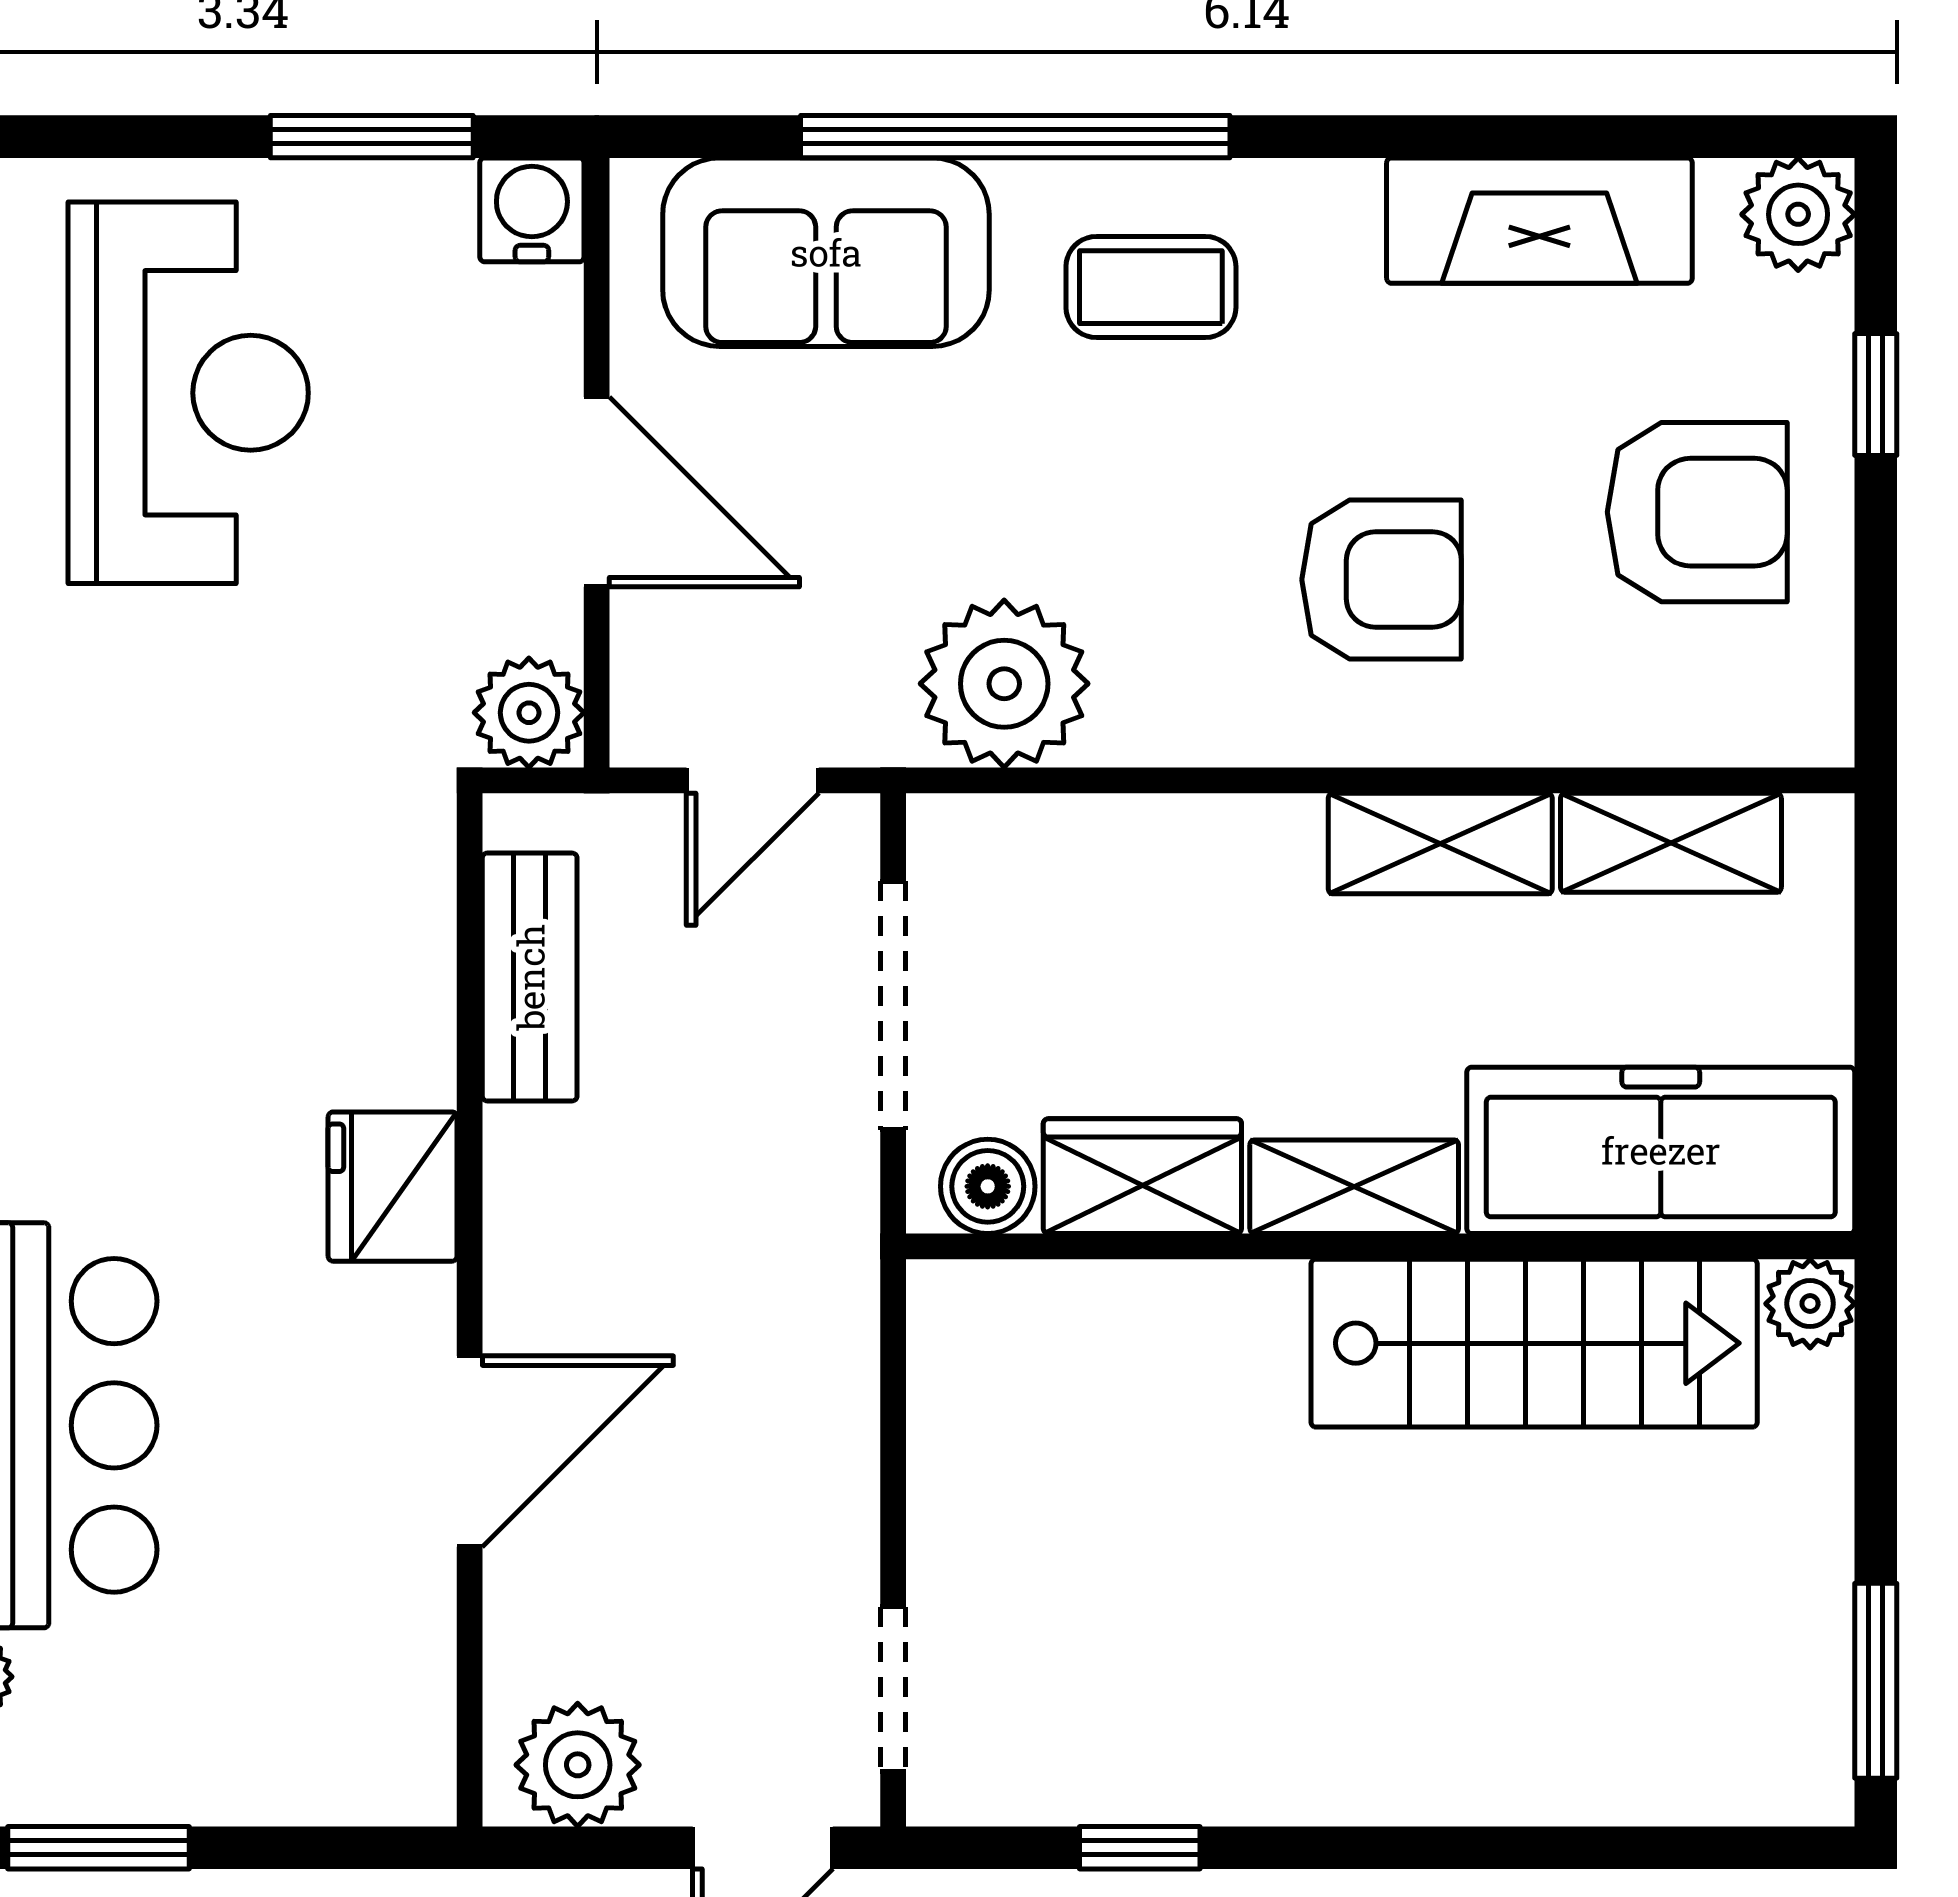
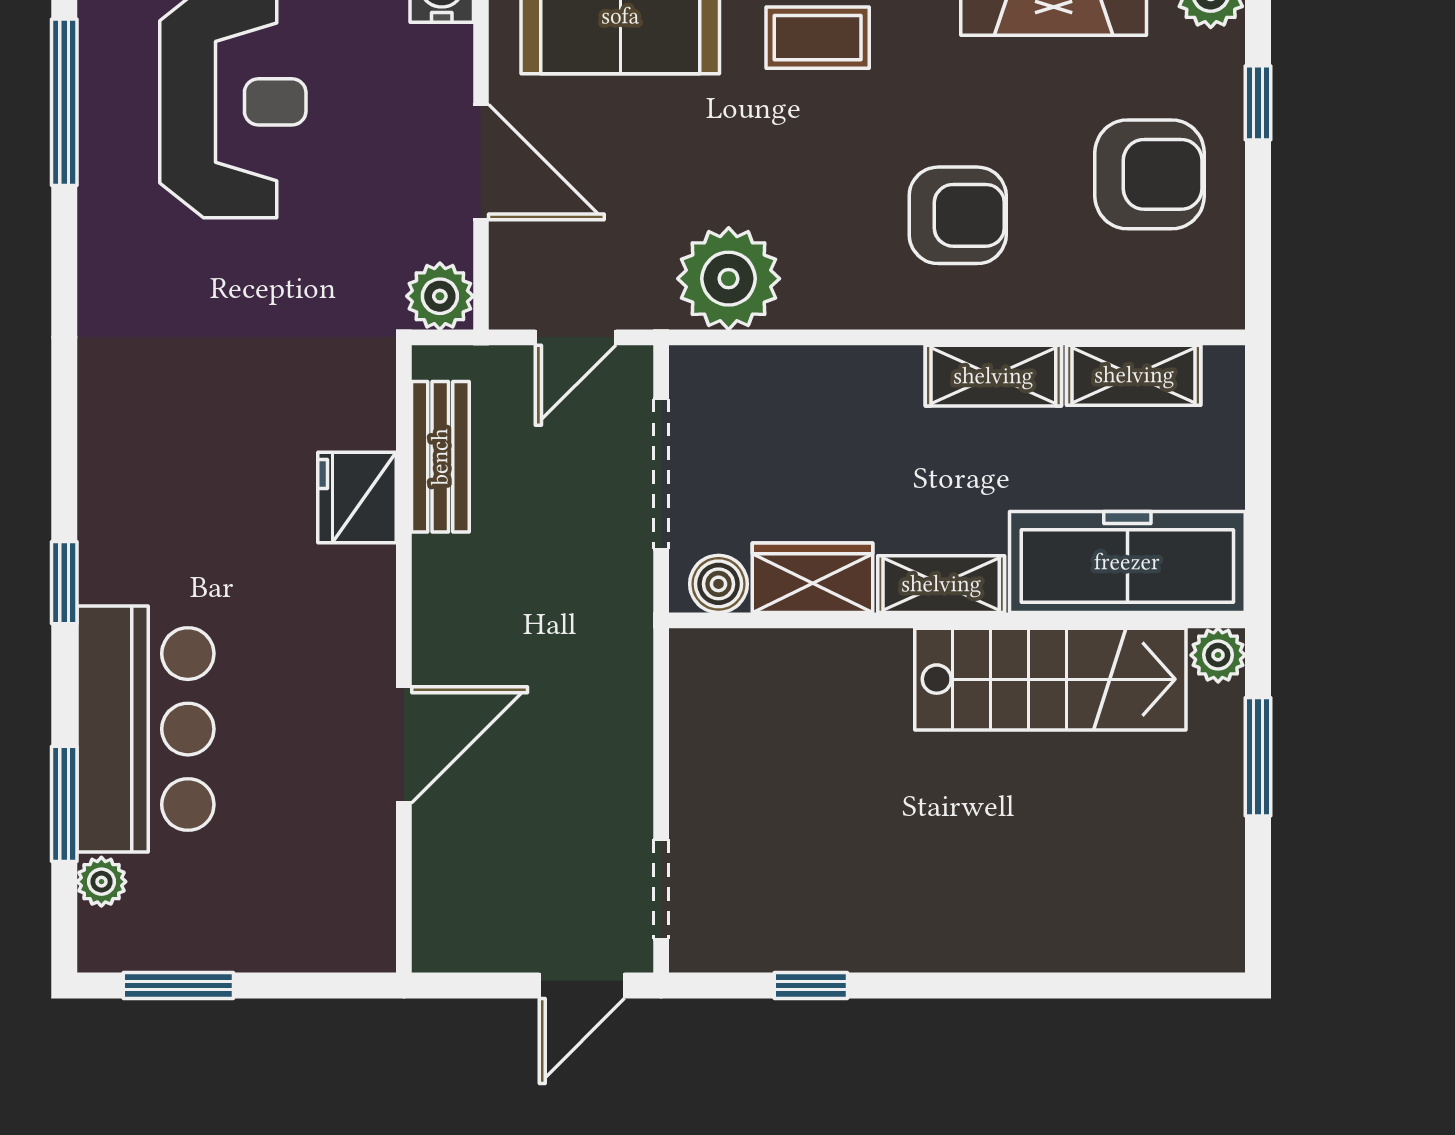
fridge: (393, 1187) -> (357, 498), moved
window: (1876, 1681) -> (1258, 757), moved
plant: (578, 1765) -> (469, 935), removed

